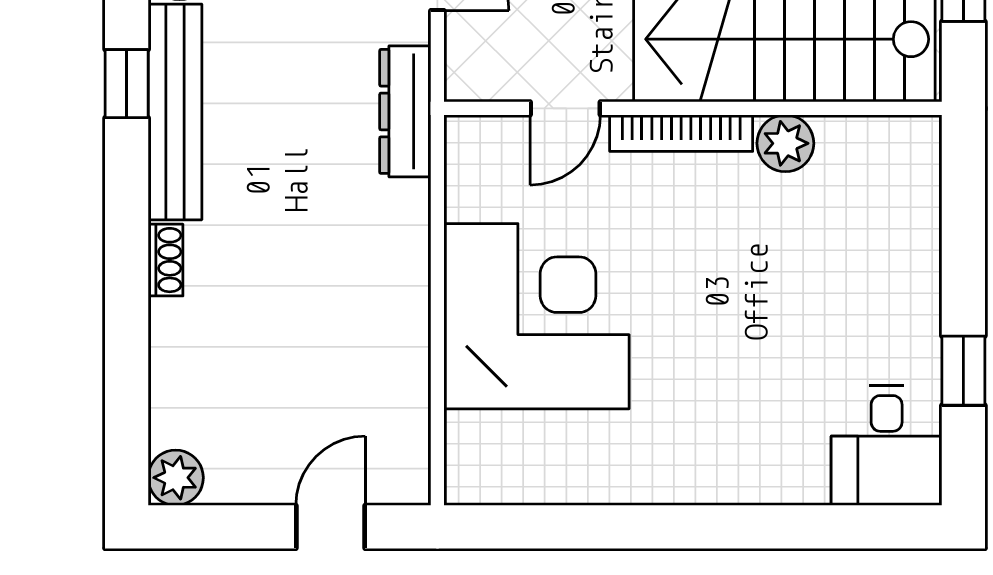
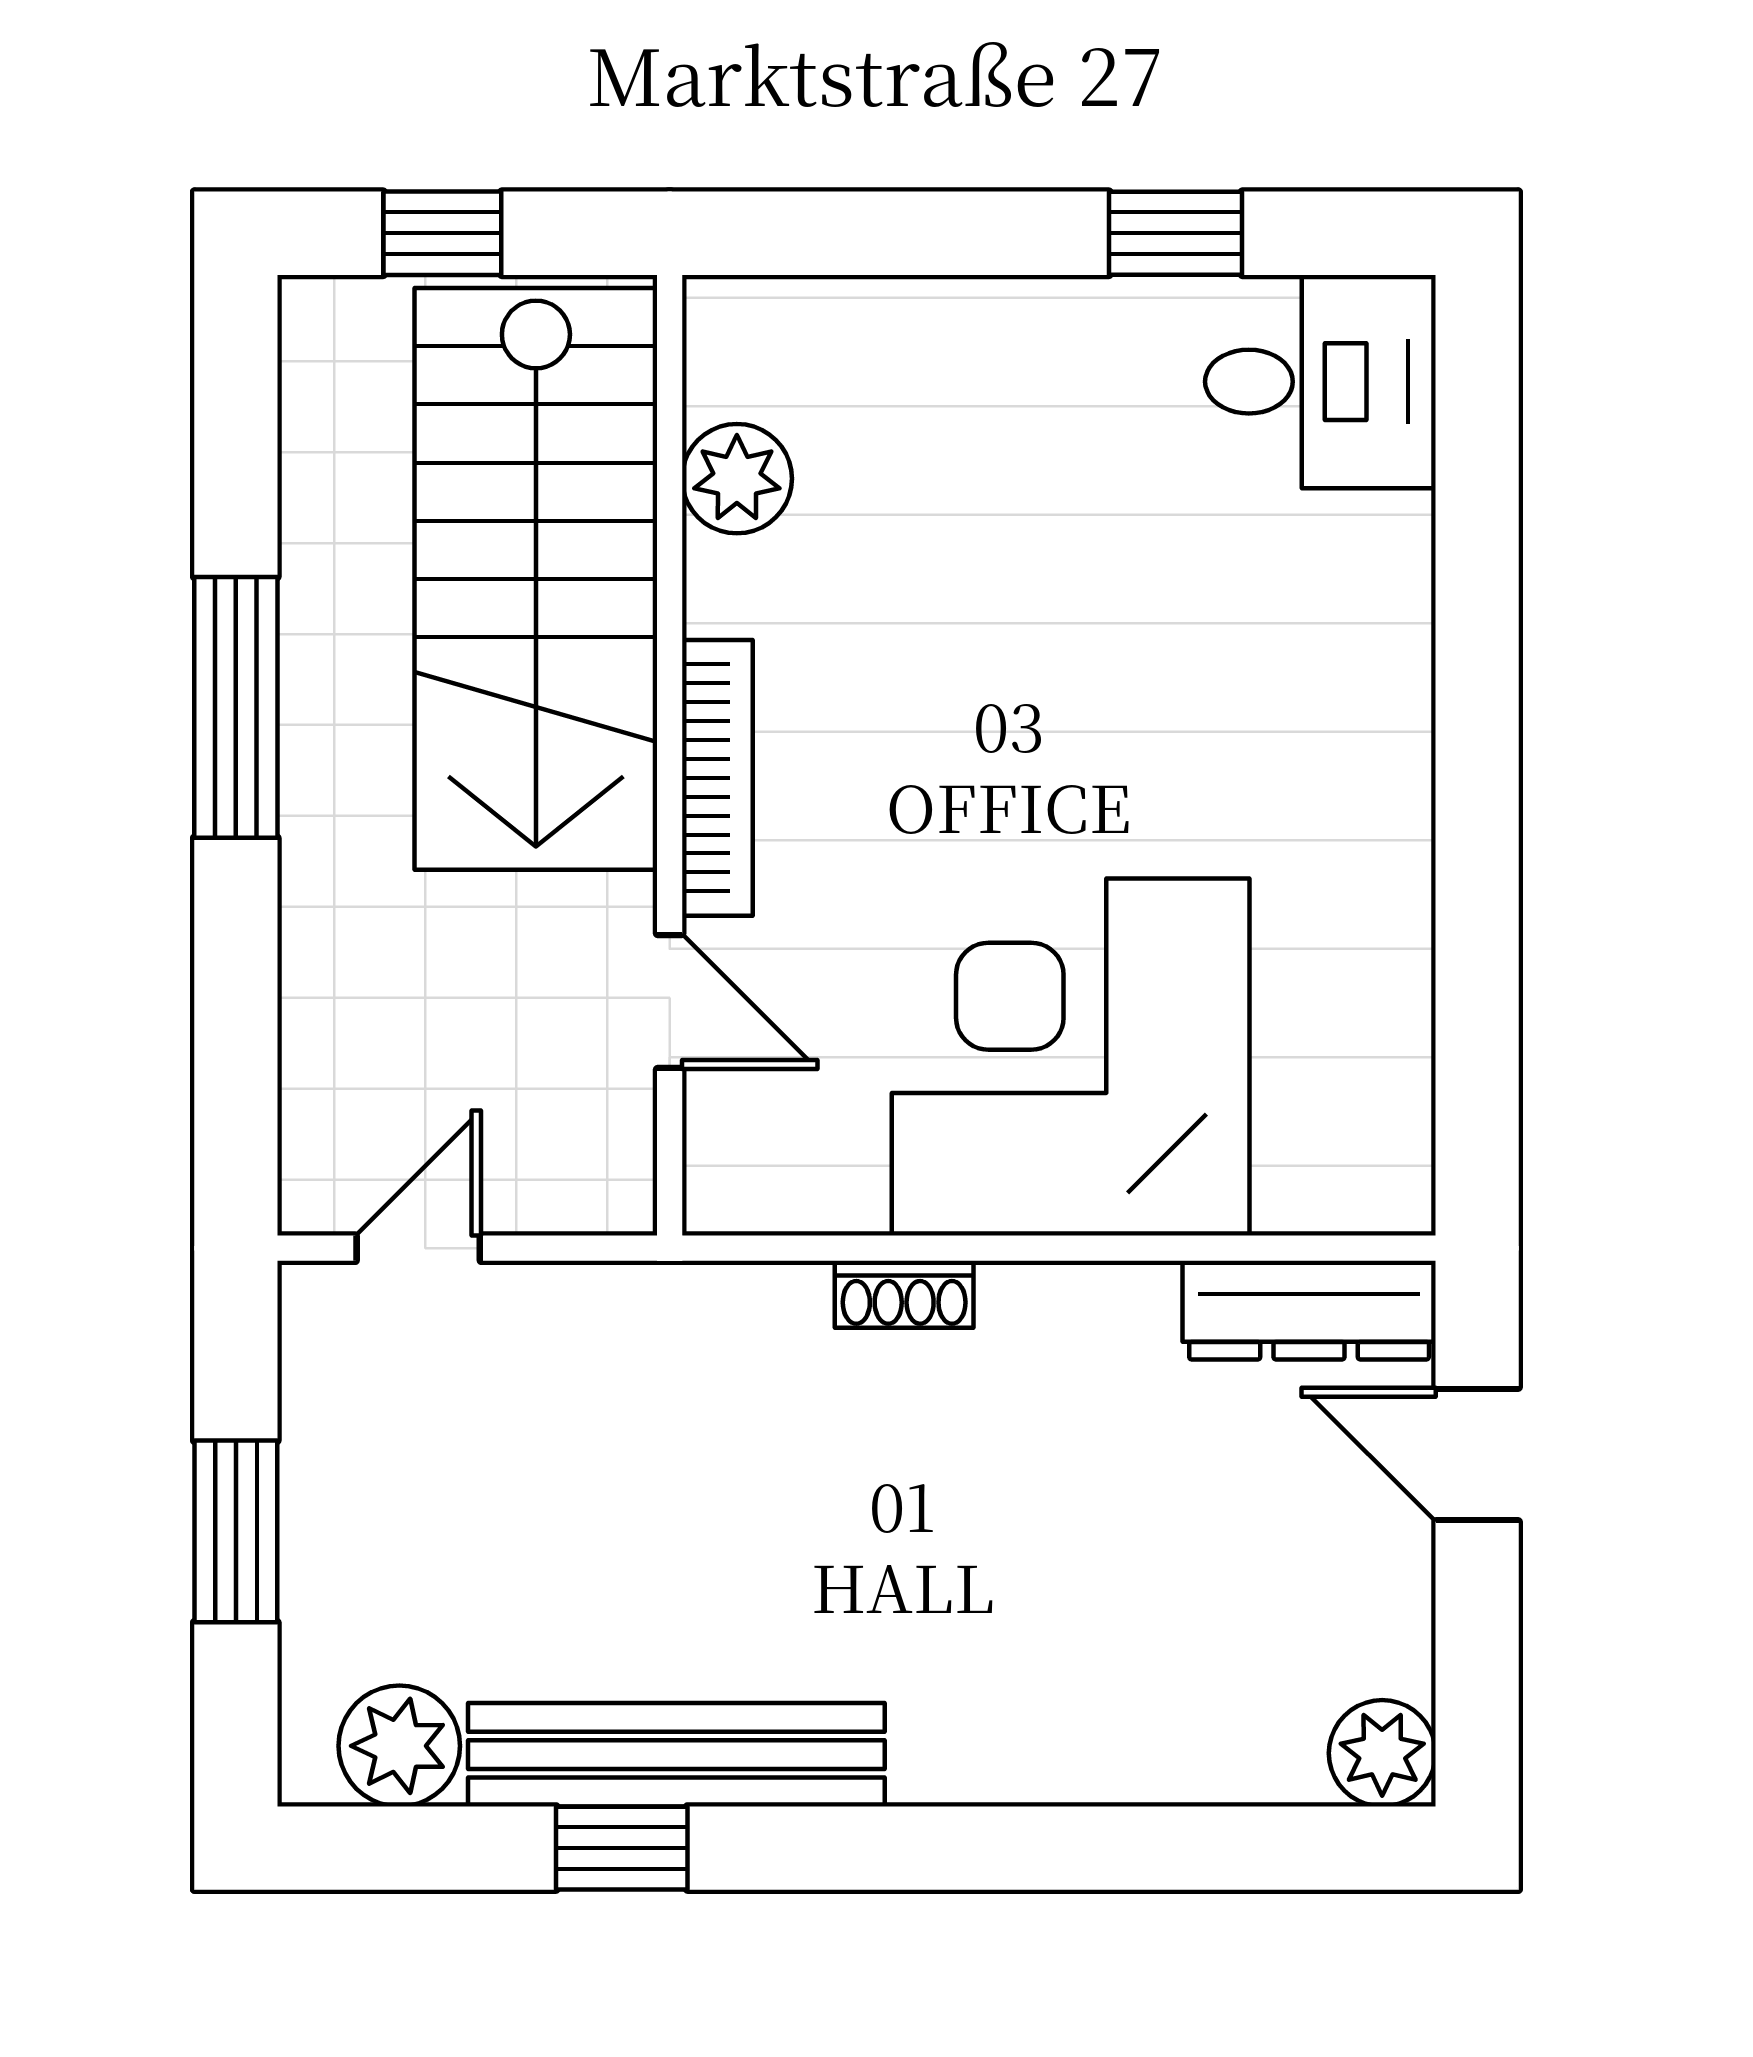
dresser: (405, 111) -> (1309, 1310), moved
plant: (785, 143) -> (737, 479), moved
shoe rack: (166, 260) -> (904, 1294), moved, turned 180

